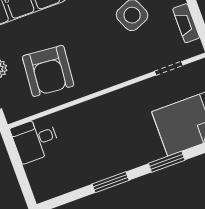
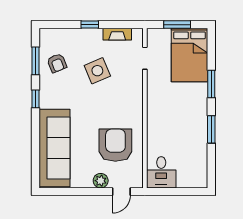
armchair: (48, 71) -> (115, 145), turned -95

